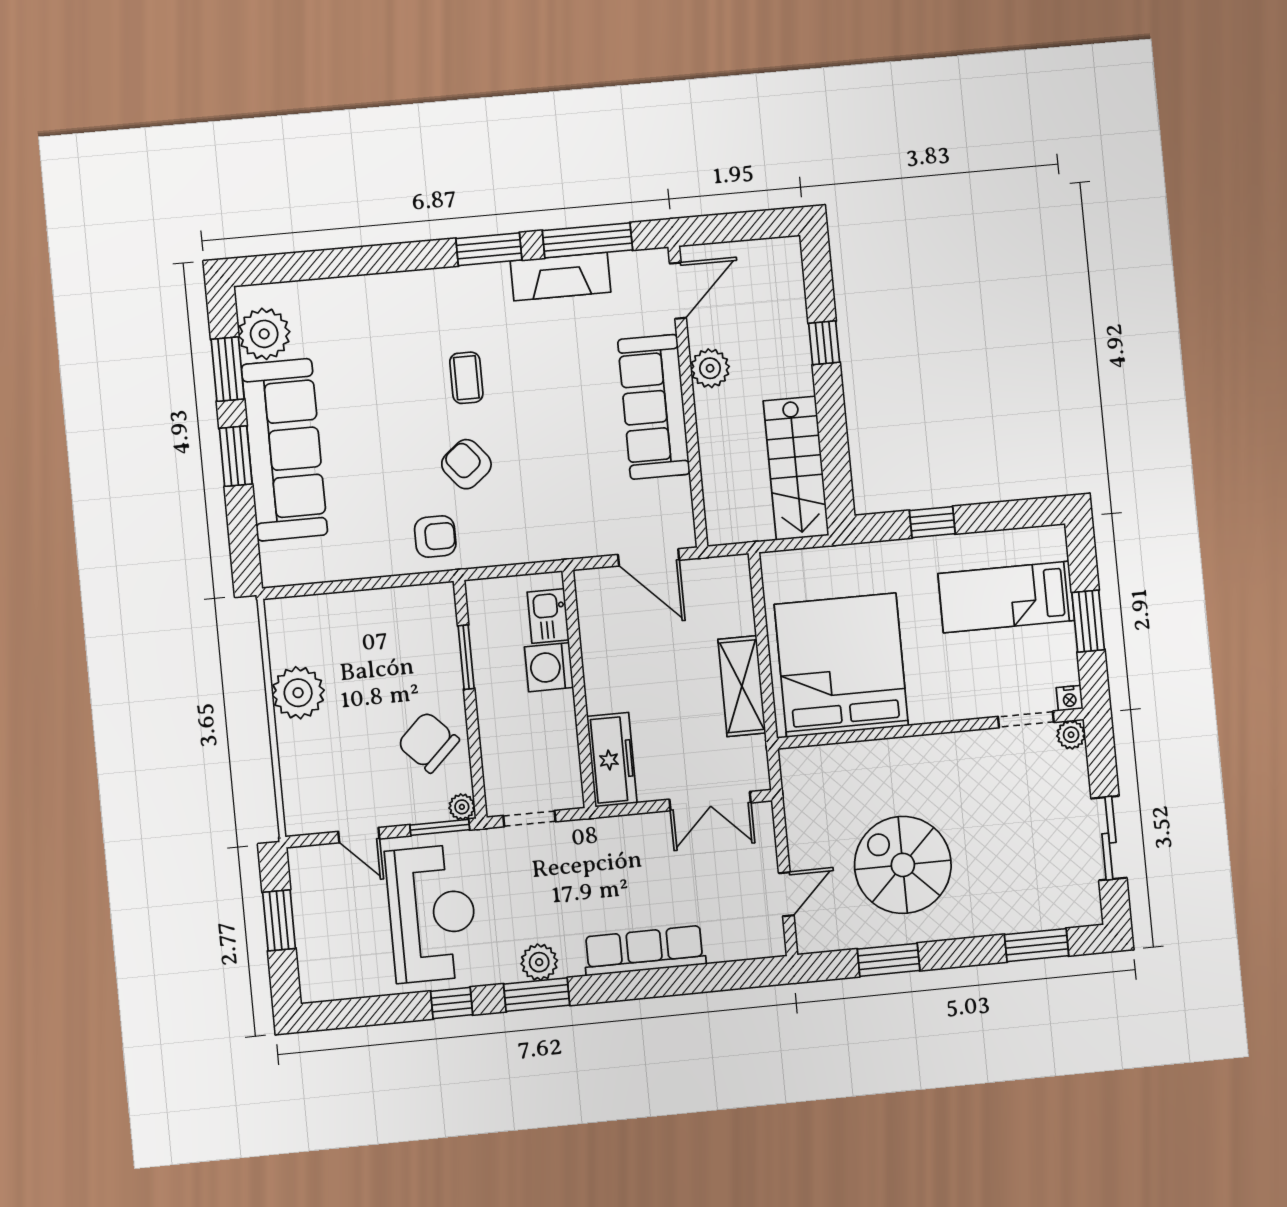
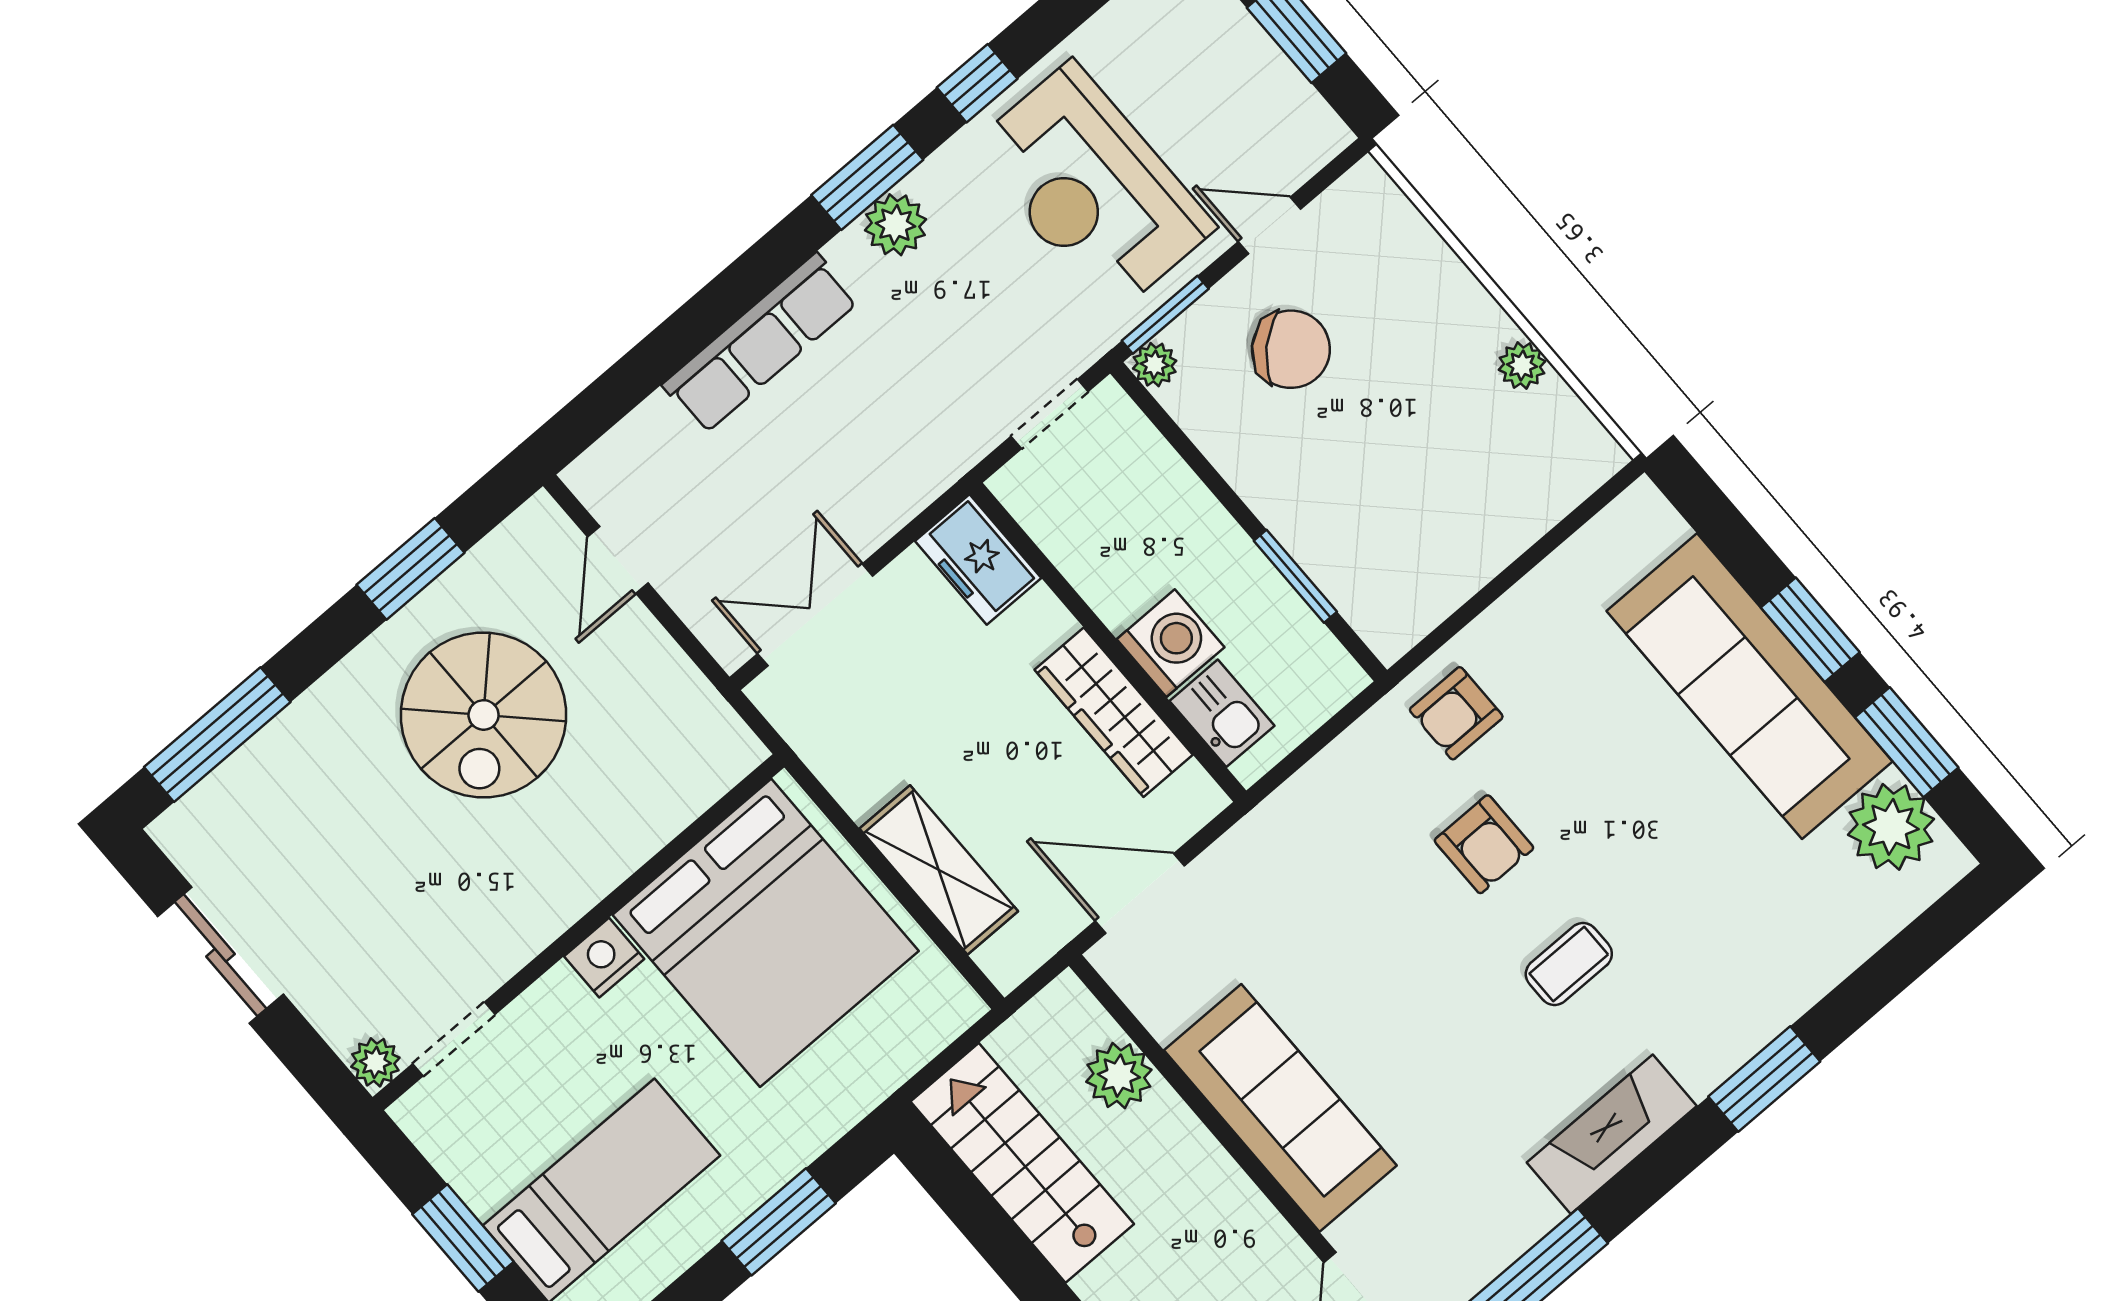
window: (489, 249) -> (1764, 1079), moved
fireplace: (561, 277) -> (1612, 1134), moved
plant: (710, 368) -> (1119, 1076), moved
coffee table: (466, 378) -> (1569, 964), turned 90
armchair: (466, 464) -> (1484, 844), turned 39
window: (932, 522) -> (779, 1222), width x1.50
wardrobe: (600, 653) -> (1114, 712), added
shelving: (742, 686) -> (939, 870), moved
plant: (298, 693) -> (1522, 365), width x0.53, depth x0.53
nightstand: (1070, 698) -> (604, 958), moved, width x1.39, depth x1.35
chair: (428, 742) -> (1291, 349), moved
freezer: (612, 760) -> (978, 559), width x0.71
spiral stairs: (903, 865) -> (484, 715), turned 90
window: (1037, 945) -> (217, 735), width x1.44

